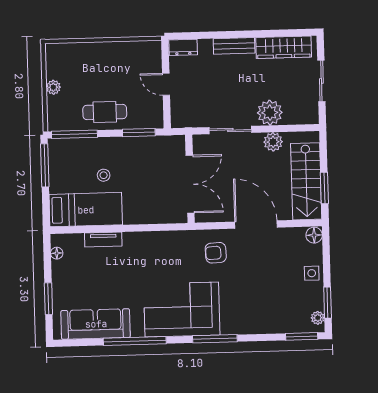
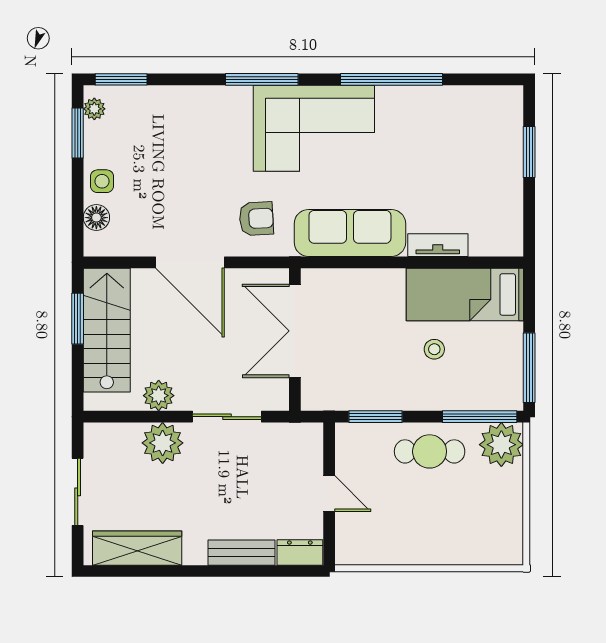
bench: (234, 46) -> (242, 553), moved
plant: (53, 87) -> (501, 445), moved, width x1.87, depth x1.87
floor lamp: (314, 235) -> (96, 218), moved
floor lamp: (57, 253) -> (514, 225), removed
sofa: (96, 324) -> (350, 233), moved, turned 180

